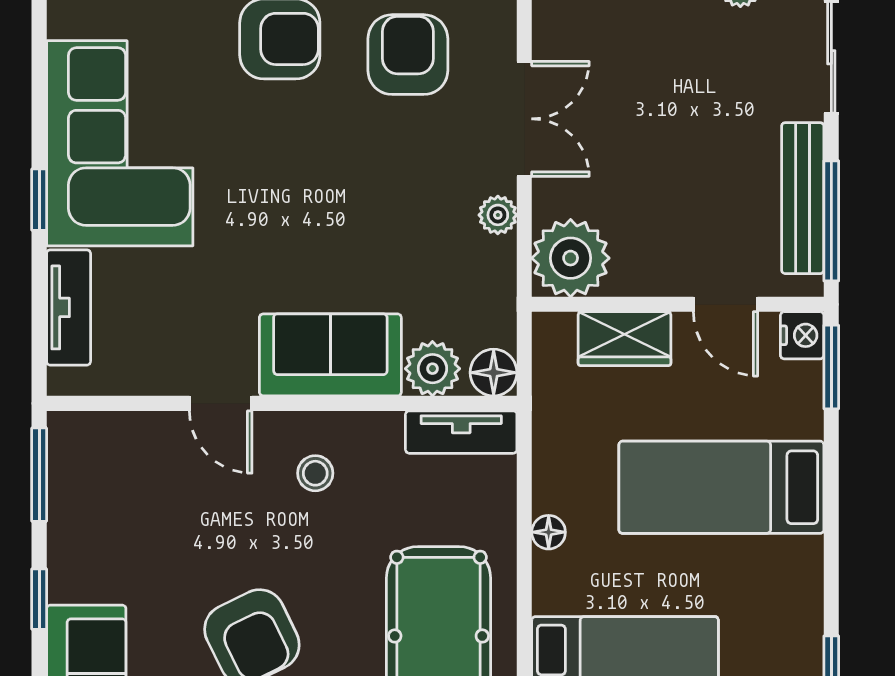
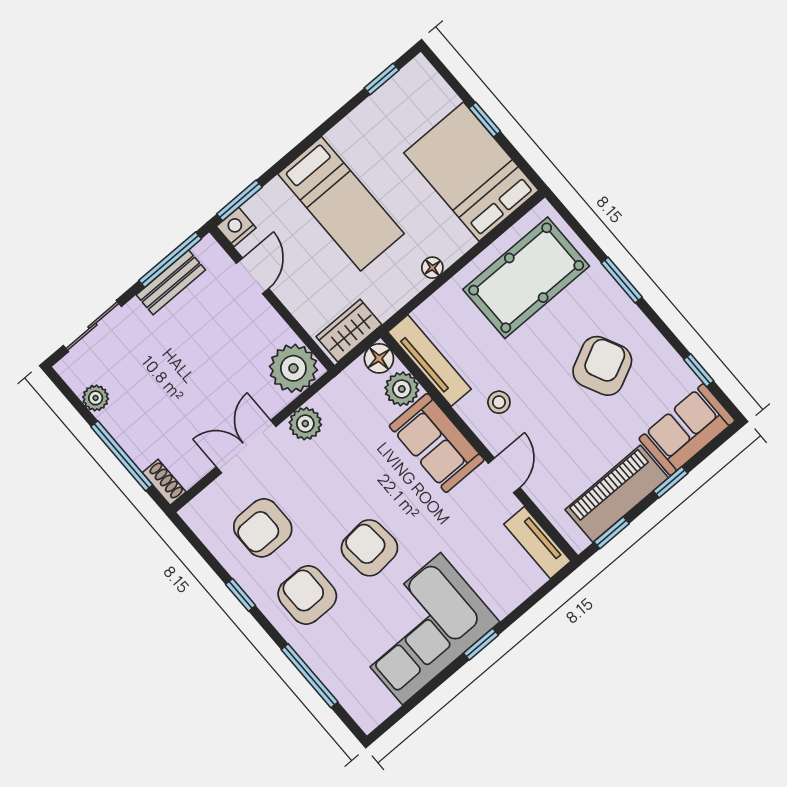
armchair: (273, 164) -> (369, 548), added
bench: (803, 198) -> (171, 282), width x0.73
plant: (498, 215) -> (305, 424), width x1.38, depth x1.38
tv unit: (69, 307) -> (537, 543), moved, turned -90
wardrobe: (625, 339) -> (349, 331), moved, turned -90
tv unit: (461, 432) -> (429, 360), width x1.41
window: (39, 475) -> (612, 533), width x0.67
piano: (81, 521) -> (617, 494), added

